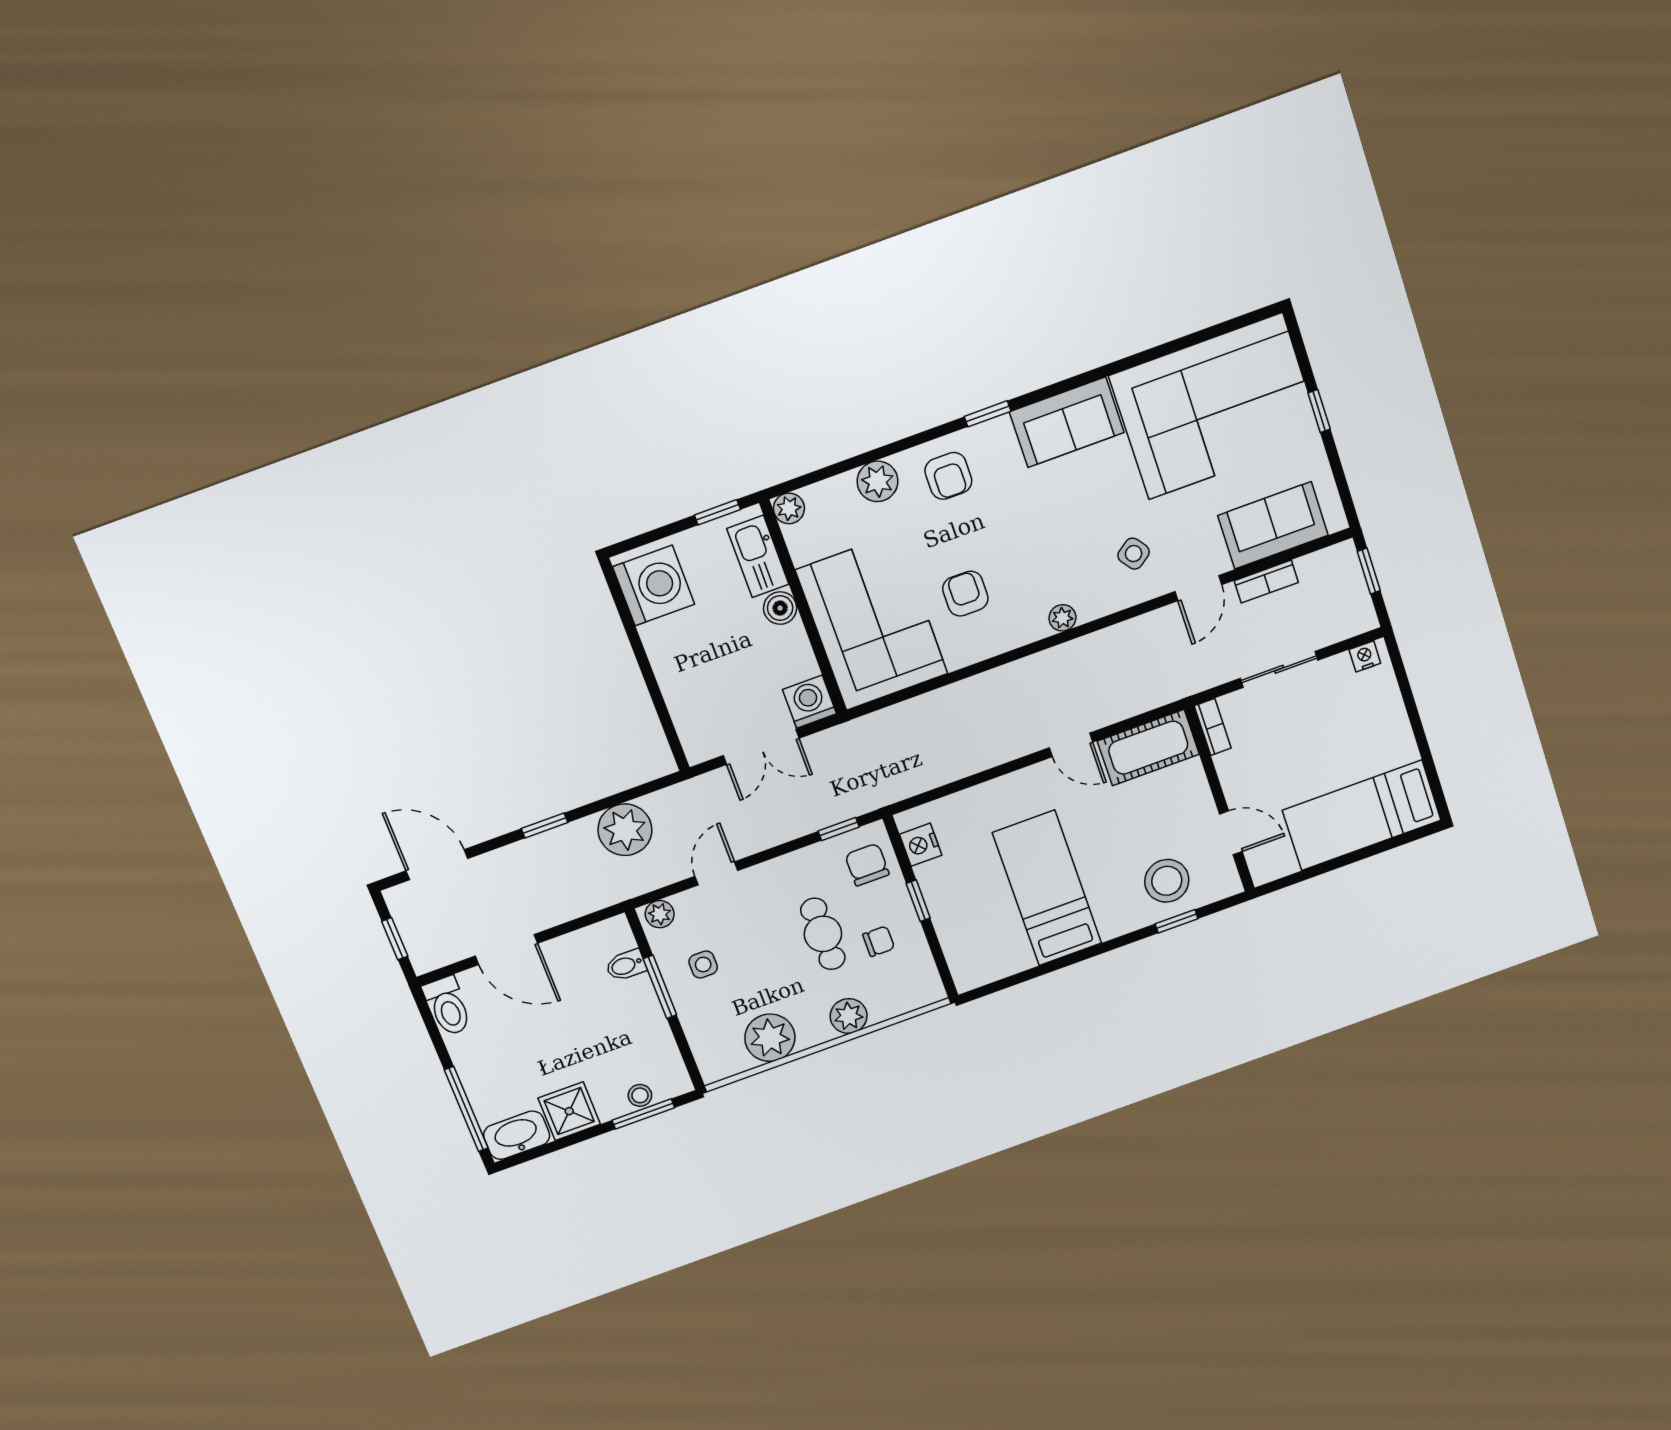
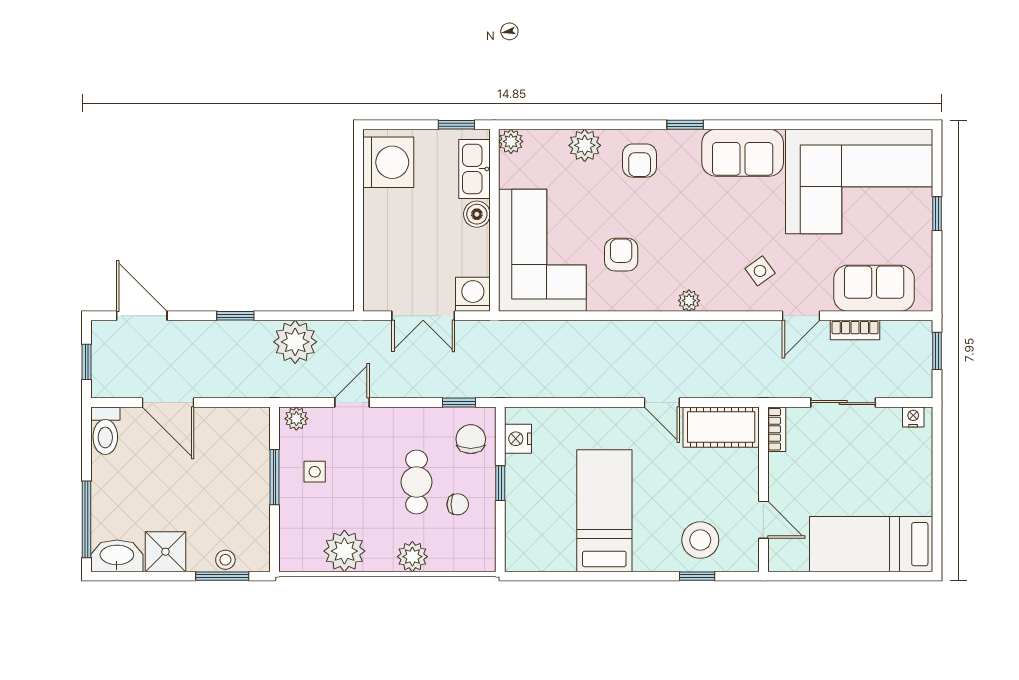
bidet: (626, 965) -> (255, 450), removed

